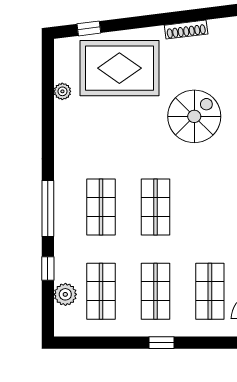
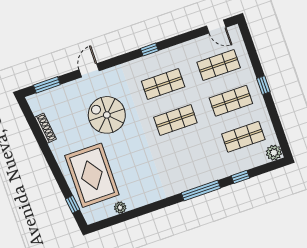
shoe rack: (186, 30) -> (46, 128), moved
shop shelf: (101, 207) -> (163, 84), moved
plant: (65, 294) -> (274, 153), moved

